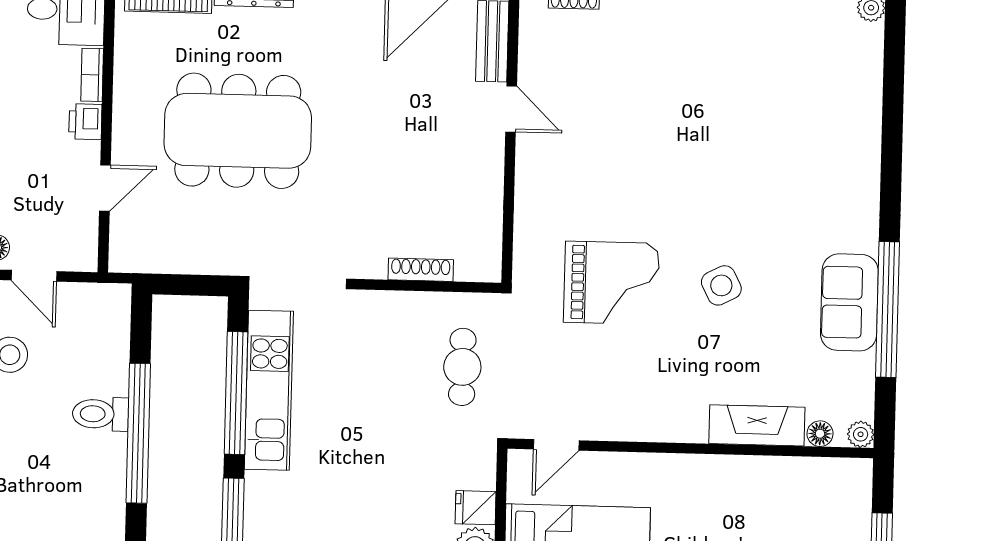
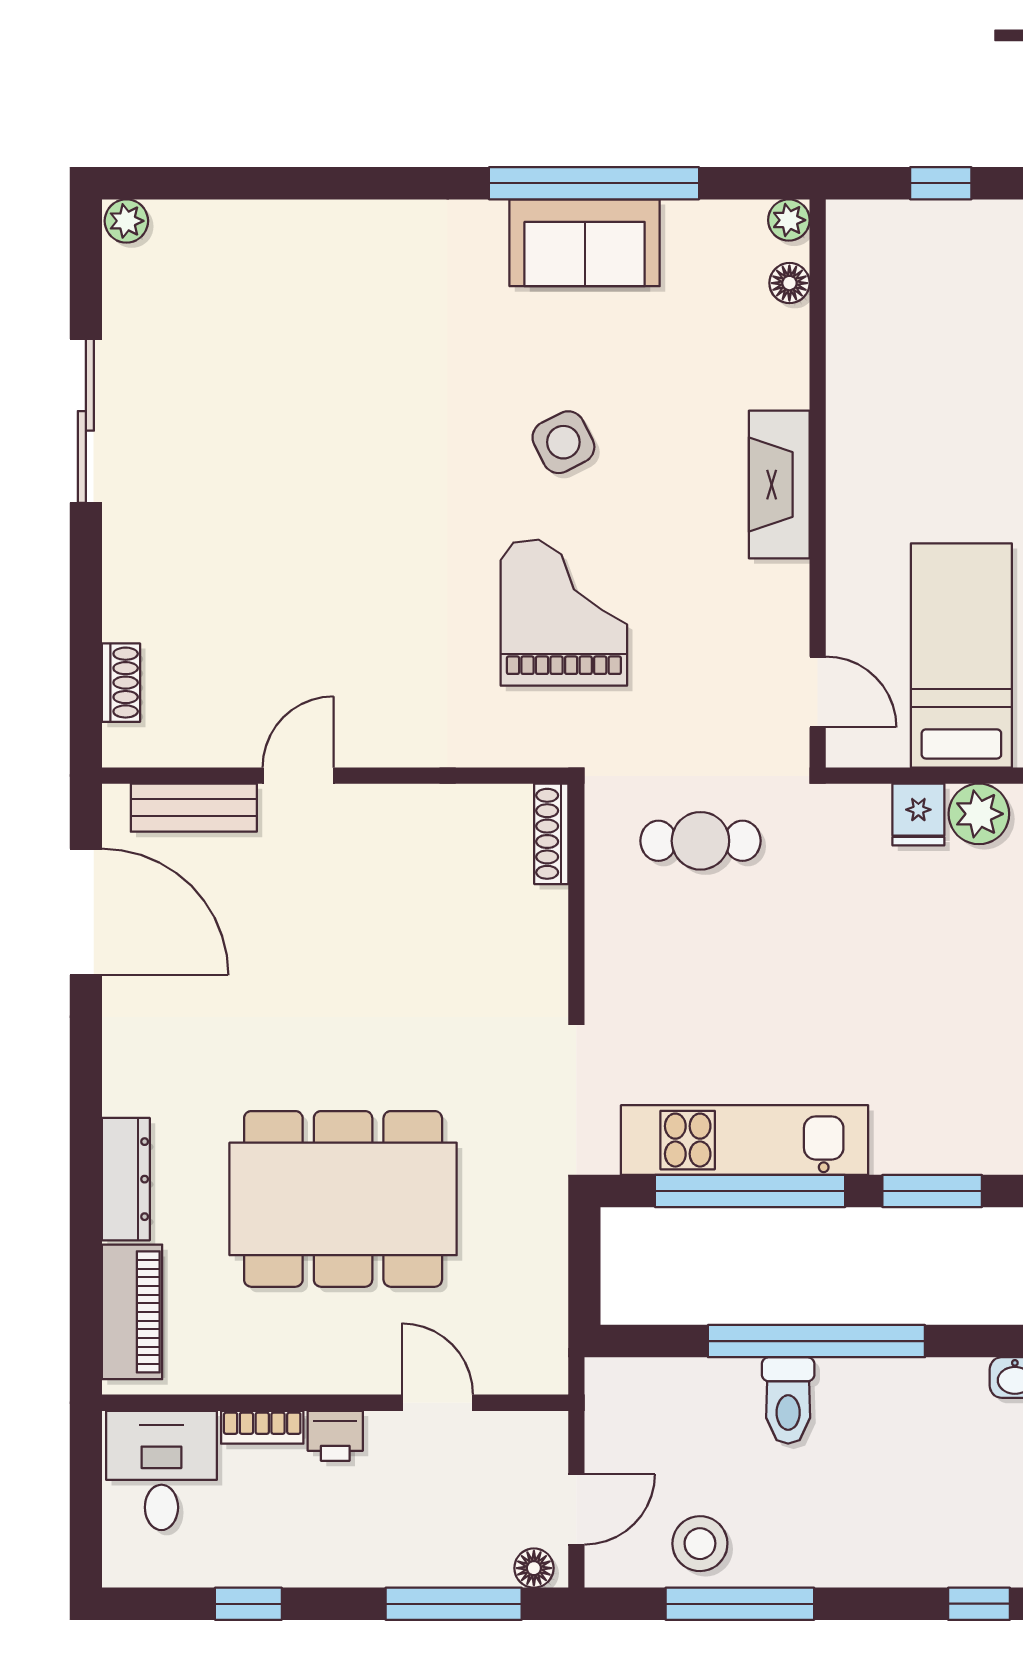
dining table: (238, 131) -> (343, 1199), turned 90
shoe rack: (421, 270) -> (551, 834), moved
fireplace: (757, 425) -> (779, 485), moved

